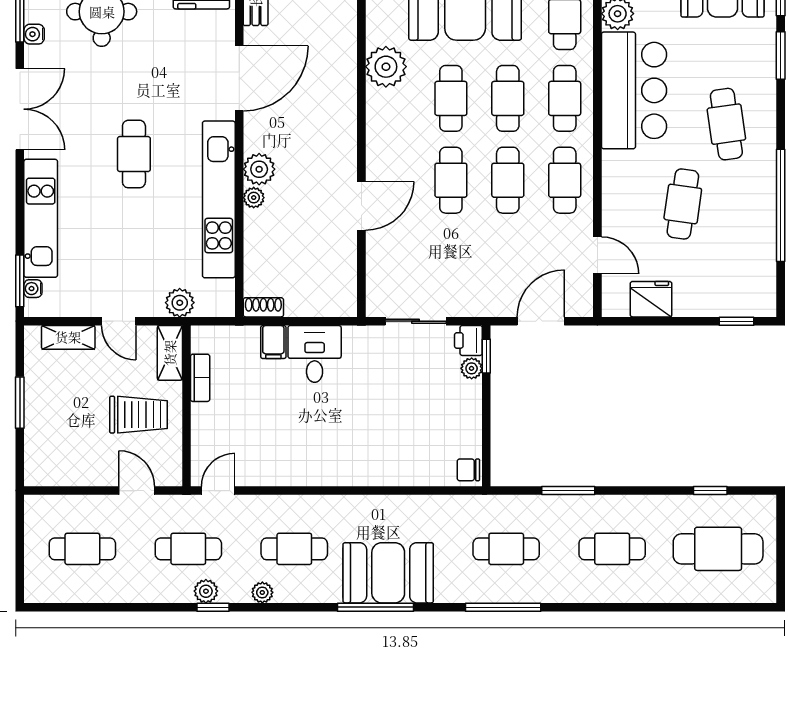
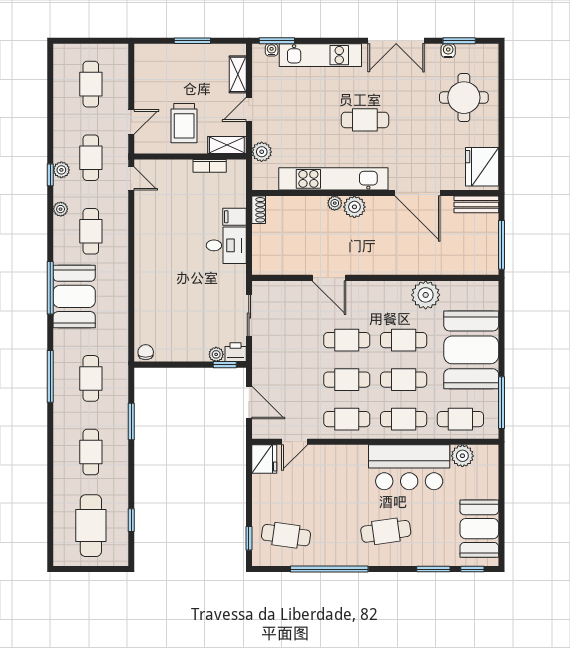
cafe table: (683, 204) -> (286, 535), moved
fridge: (651, 299) -> (264, 459), moved

